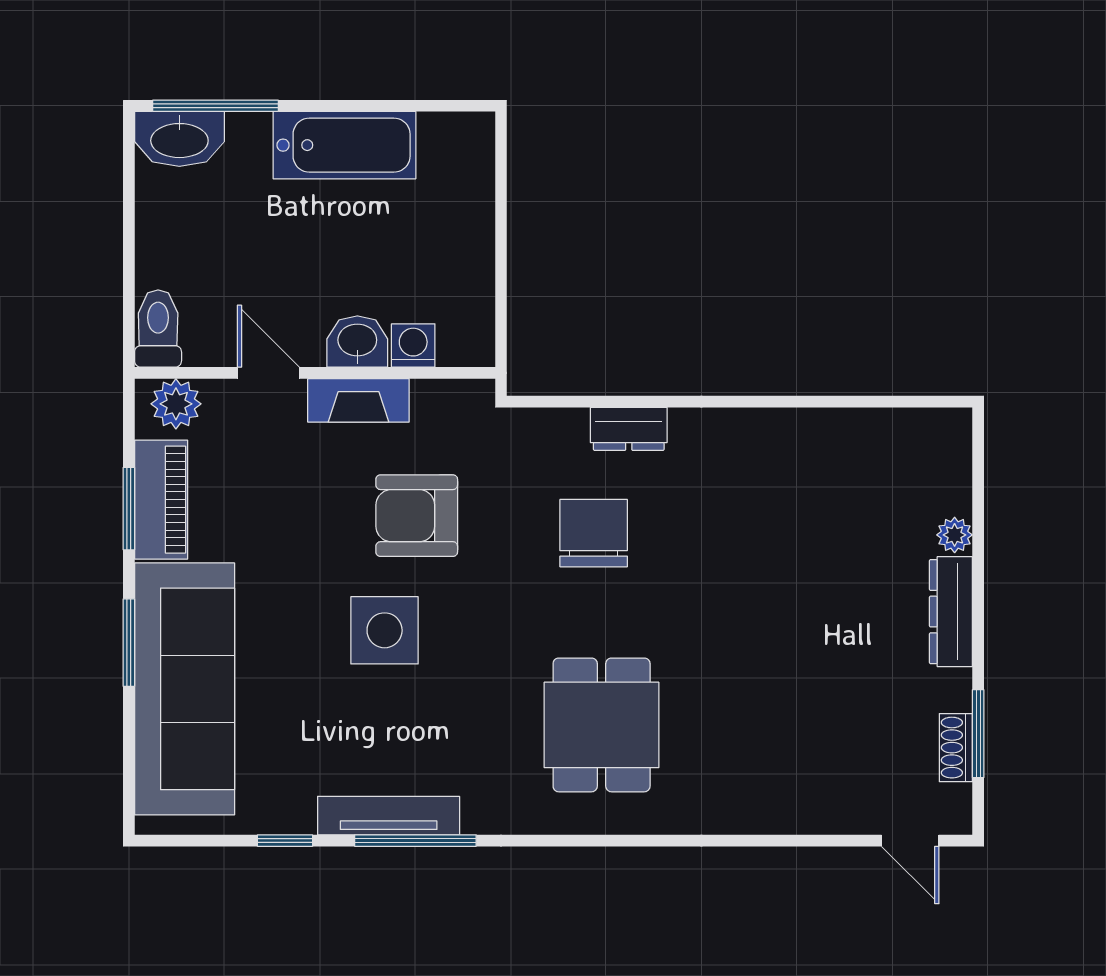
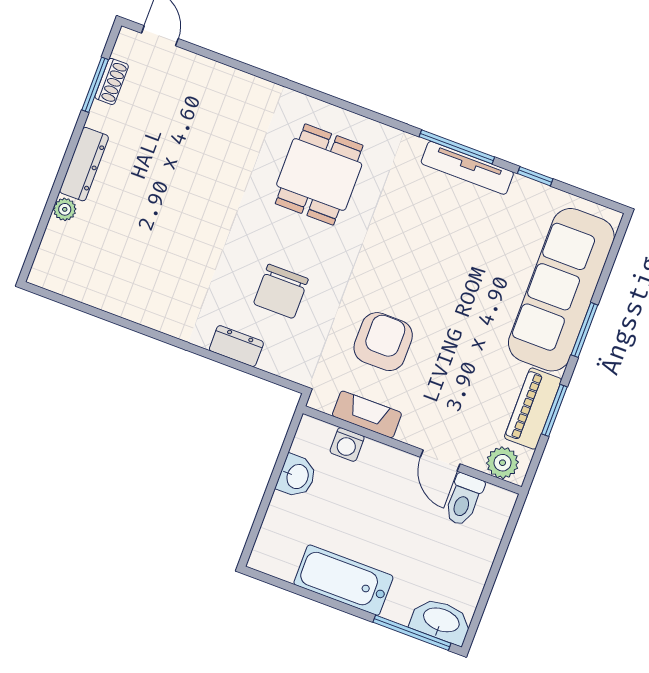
toilet: (158, 329) -> (464, 500), moved
washbasin: (357, 342) -> (297, 476), moved, turned -90
fireplace: (358, 400) -> (367, 414), moved
armchair: (417, 516) -> (383, 342), turned -90
side table: (385, 630) -> (428, 280), removed

